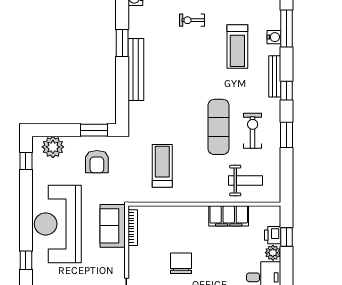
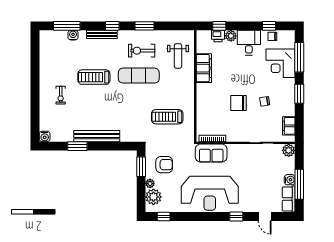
treadmill: (237, 46) -> (94, 77), moved, turned 180
plant: (71, 142) -> (150, 183), added
weight bench: (245, 180) -> (178, 56), turned 180

